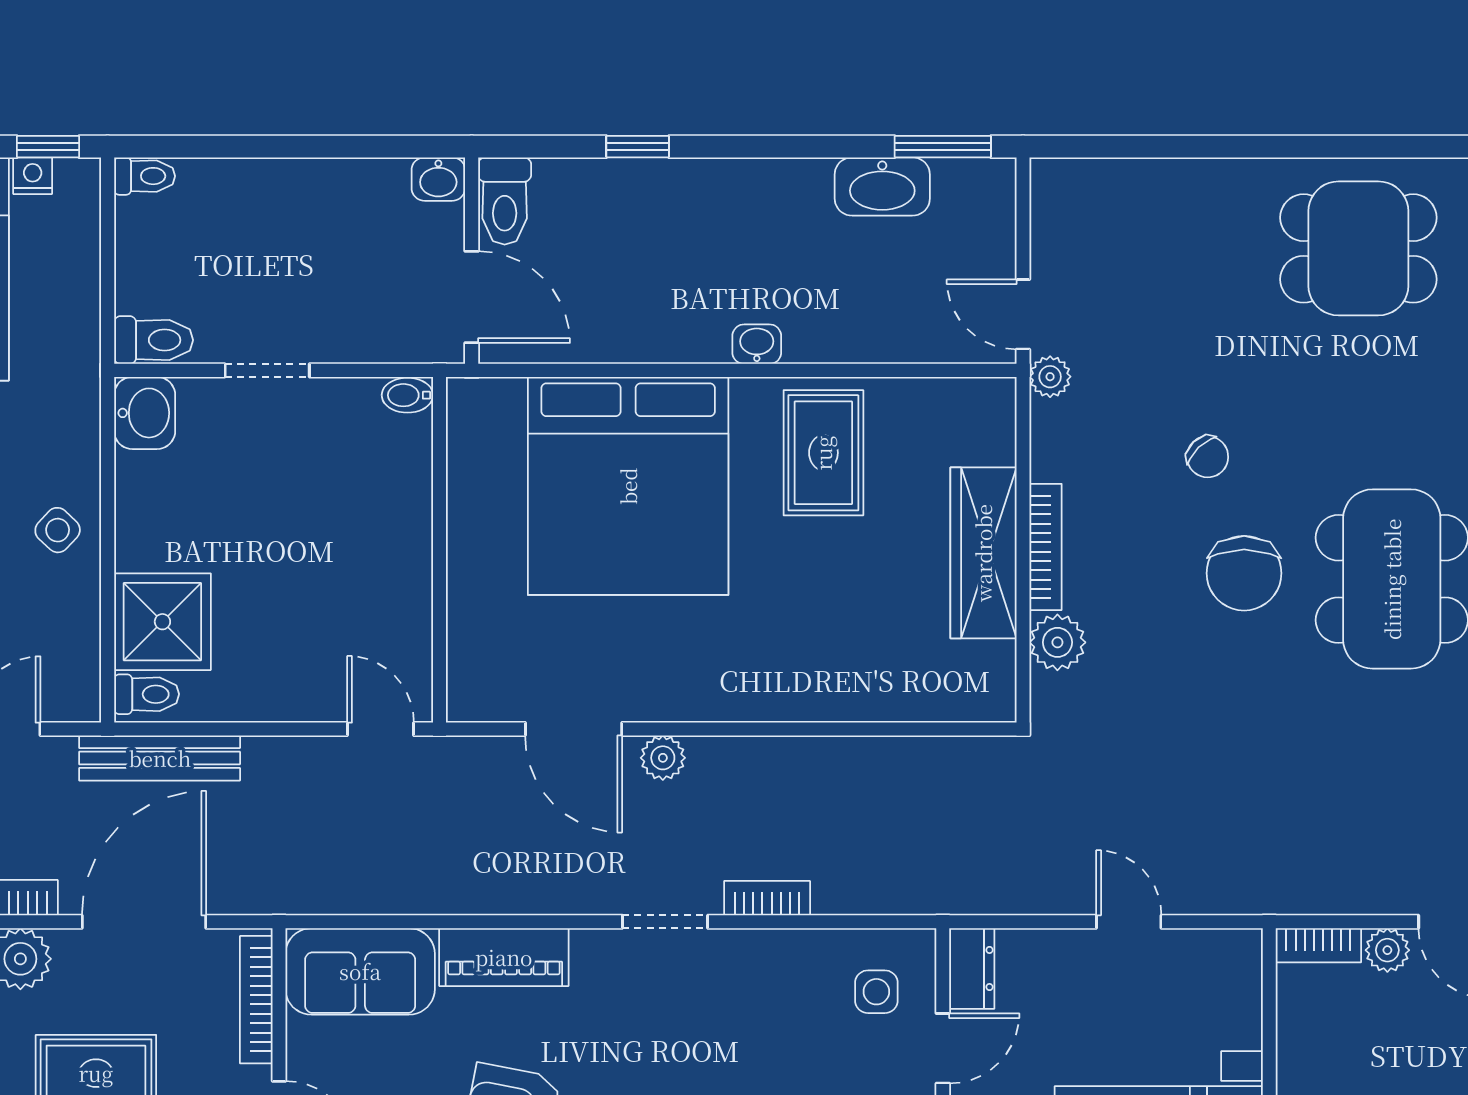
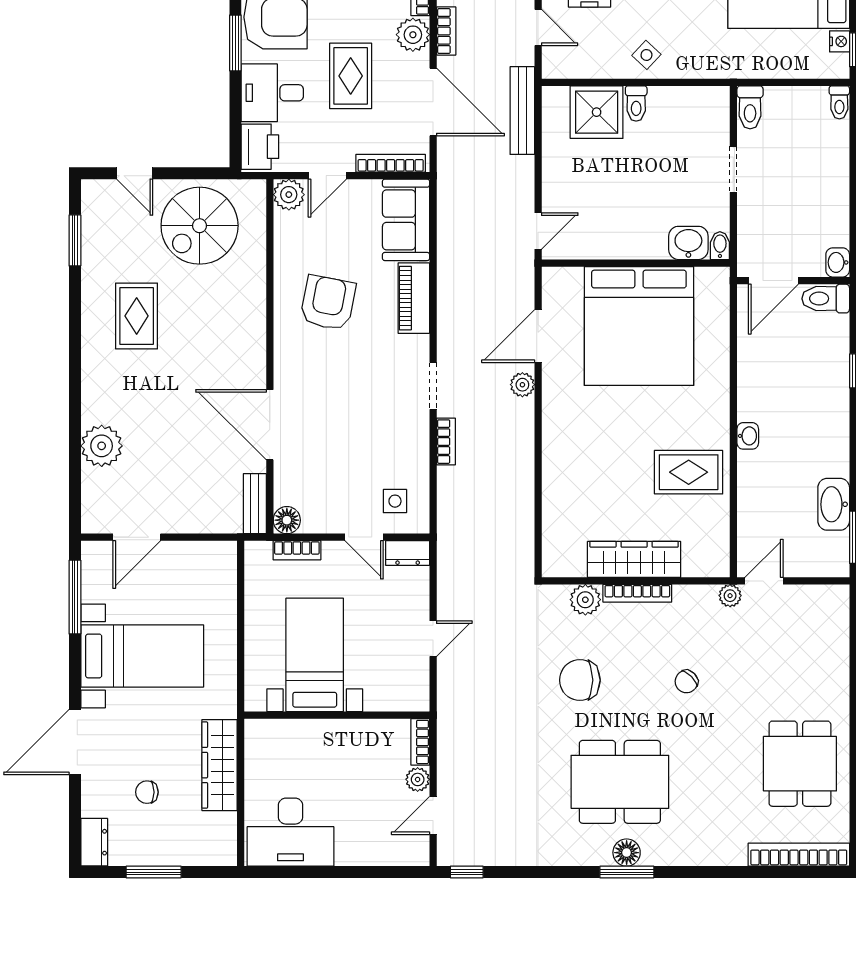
washbasin: (145, 413) -> (688, 243), moved, turned 180
bed: (628, 486) -> (639, 326), moved, turned -90
chair: (1244, 573) -> (580, 680), moved
toilet: (147, 694) -> (636, 103), moved

